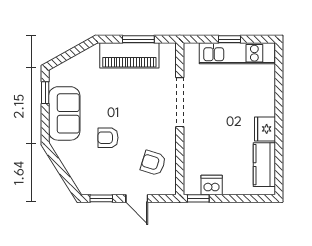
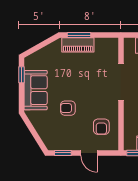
window: (138, 39) -> (79, 35), moved
piano: (129, 55) -> (78, 45), width x0.73, depth x0.75
armchair: (153, 163) -> (101, 127), turned -107

